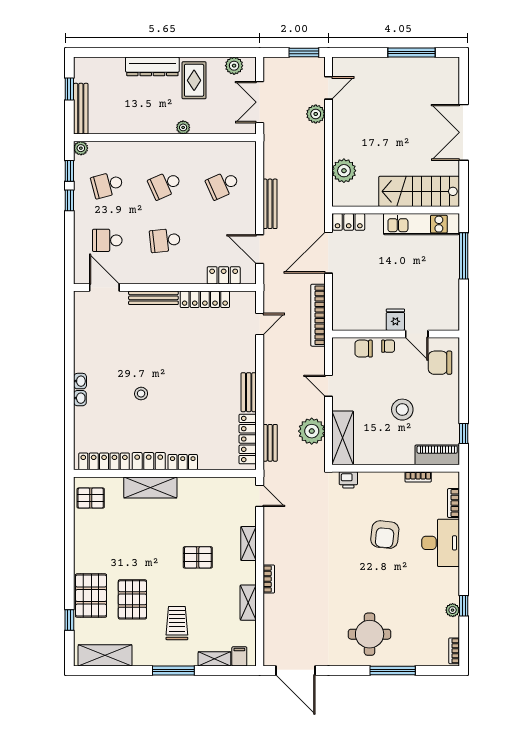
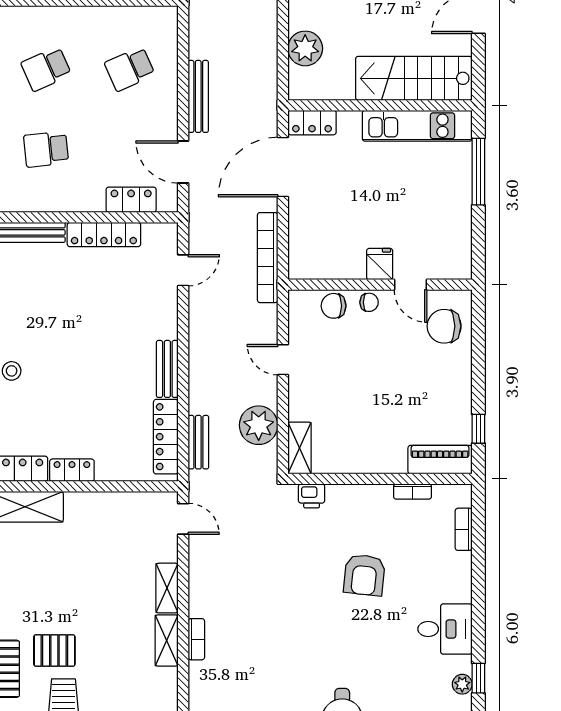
stool: (402, 410) -> (390, 394), removed
shelving: (343, 438) -> (299, 448), width x0.67, depth x0.75
desk: (441, 543) -> (445, 629), moved, width x0.73
pallet: (198, 557) -> (54, 650), moved
shelving: (248, 603) -> (167, 640), moved

